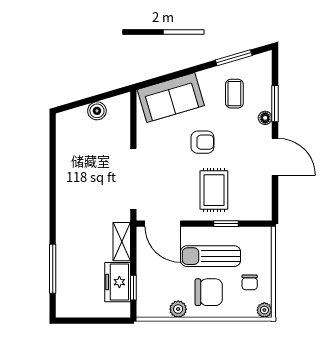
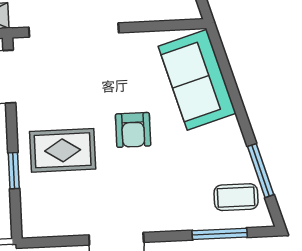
coffee table: (234, 94) -> (236, 197), moved
window: (275, 104) -> (220, 234), moved
floor lamp: (265, 118) -> (174, 221), removed

